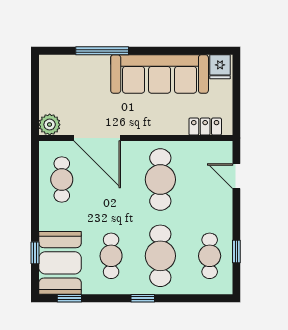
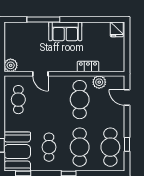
sofa: (160, 74) -> (65, 31), width x0.54, depth x0.79
locker: (205, 127) -> (88, 67), moved
door: (97, 138) -> (40, 74), width x0.53
plant: (192, 152) -> (99, 82), added
cafe table: (210, 256) -> (110, 147), width x1.37, depth x1.35

